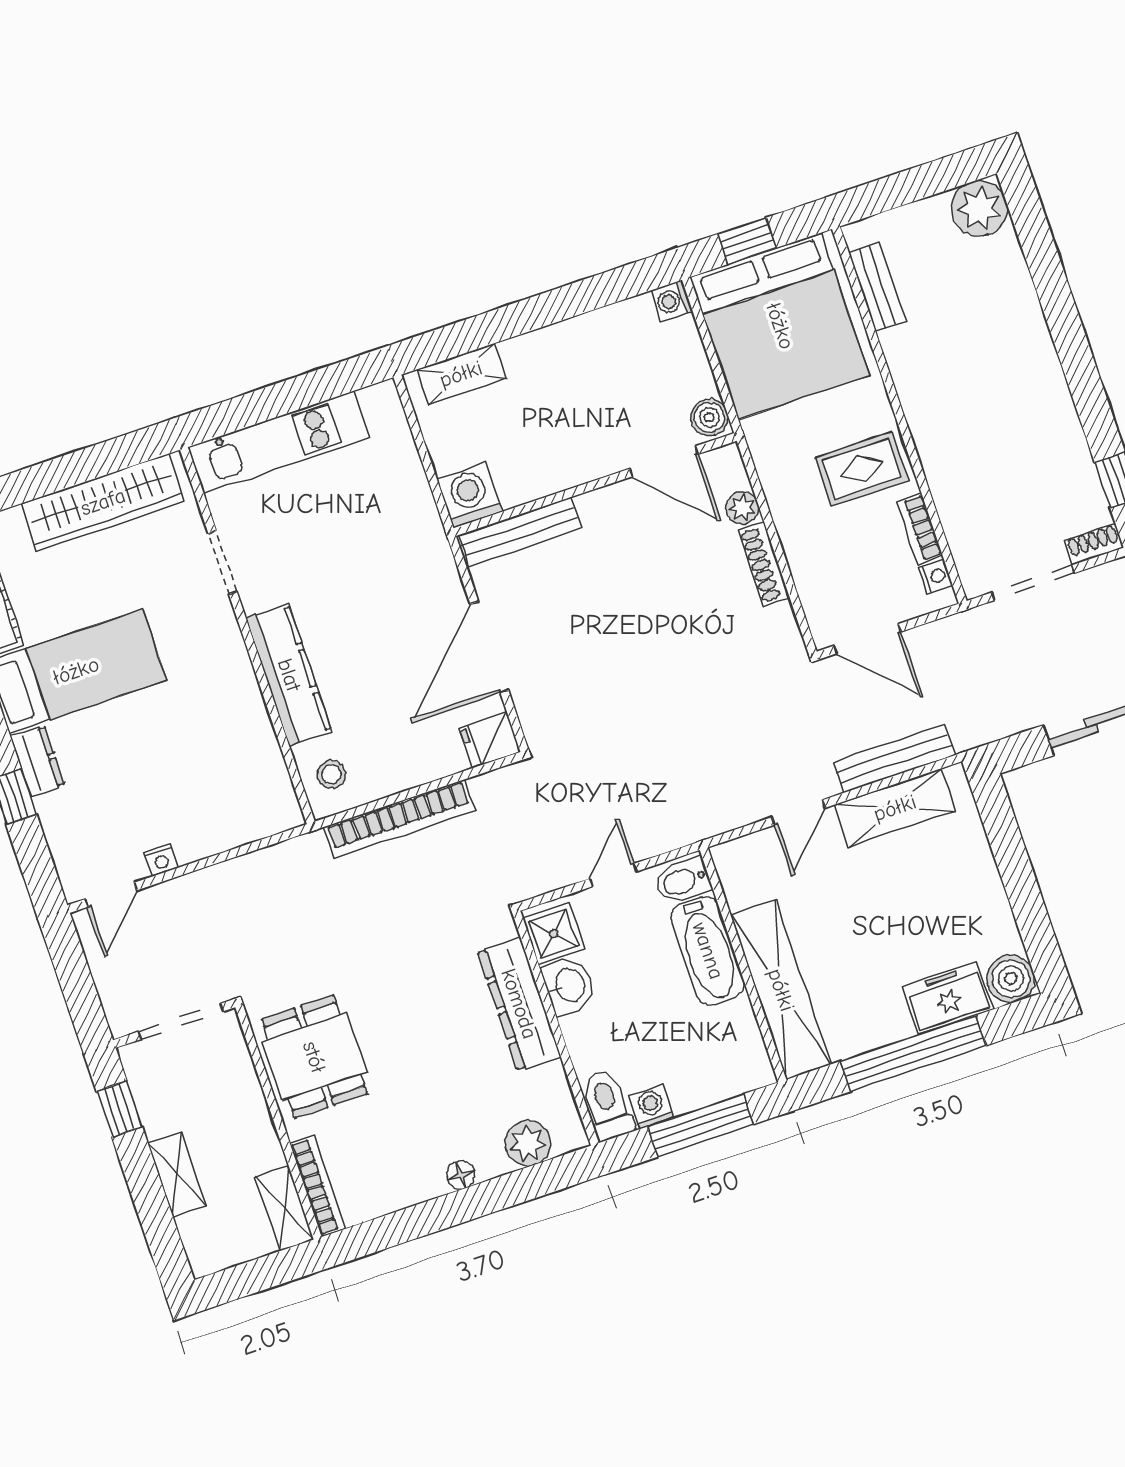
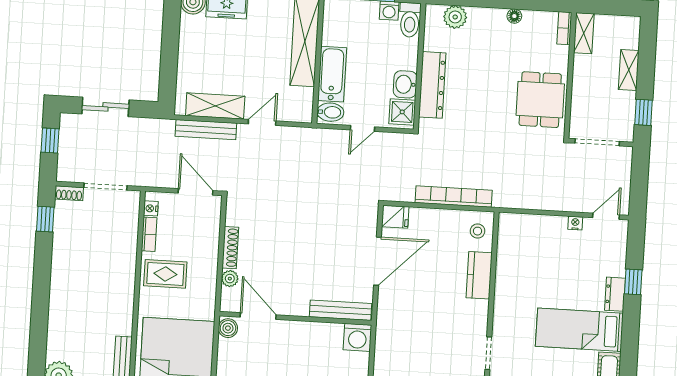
kitchen counter: (289, 675) -> (479, 275), width x0.67
floor lamp: (461, 1175) -> (514, 16), moved
bookcase: (318, 1186) -> (564, 28), width x0.64

